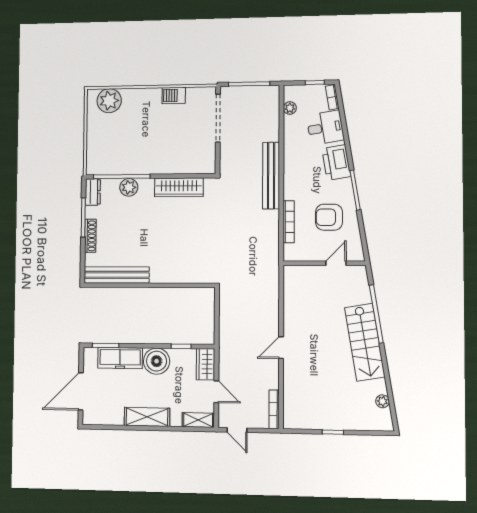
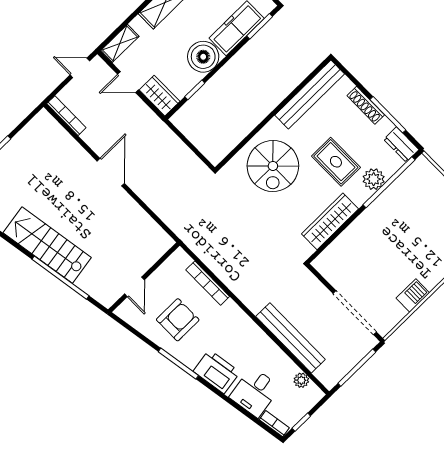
bench: (271, 176) -> (291, 338), moved
rug: (140, 220) -> (336, 162), added
spiral stairs: (180, 254) -> (273, 166), added
door: (281, 348) -> (111, 172), width x1.38

